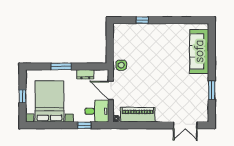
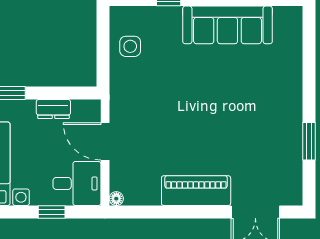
sofa: (199, 51) -> (227, 25), moved, turned -90
side table: (121, 65) -> (130, 46), moved
piano: (138, 115) -> (196, 191), moved

